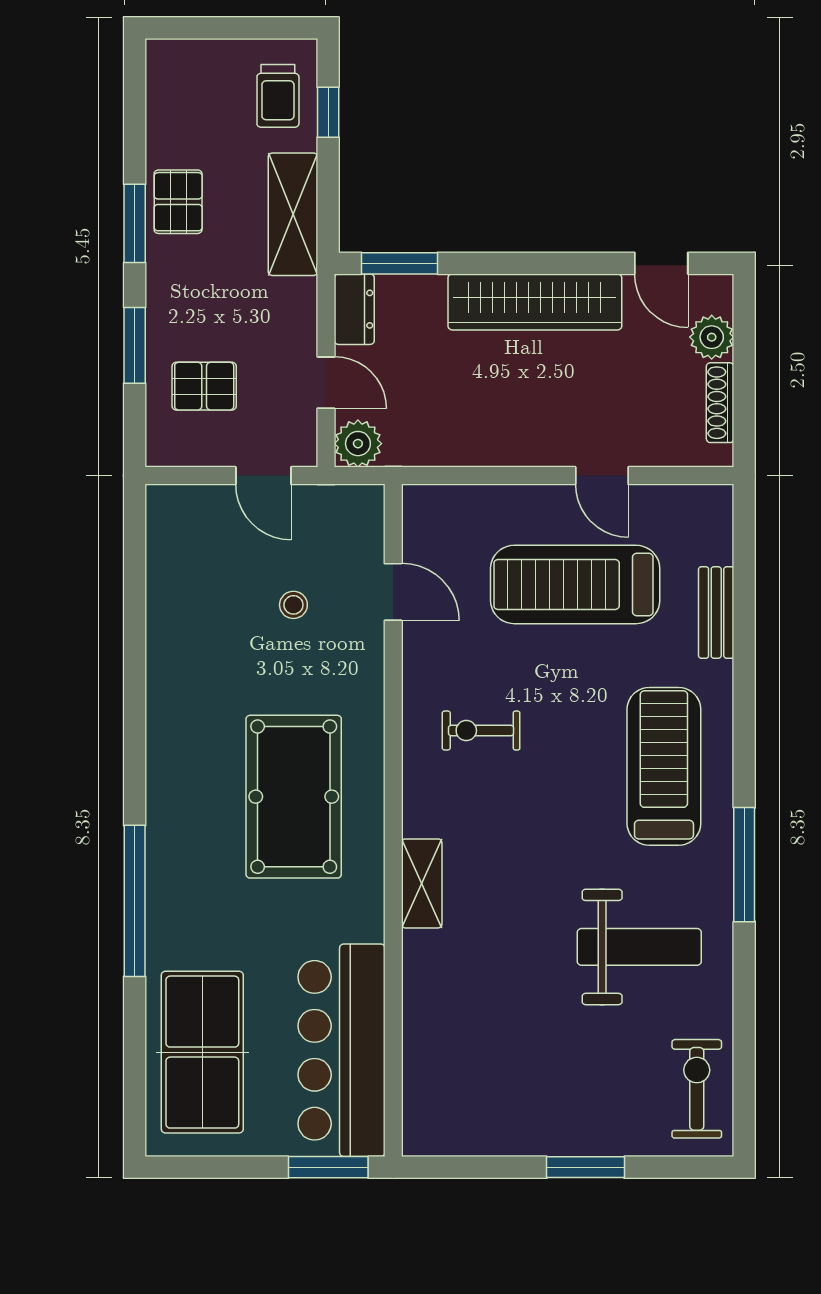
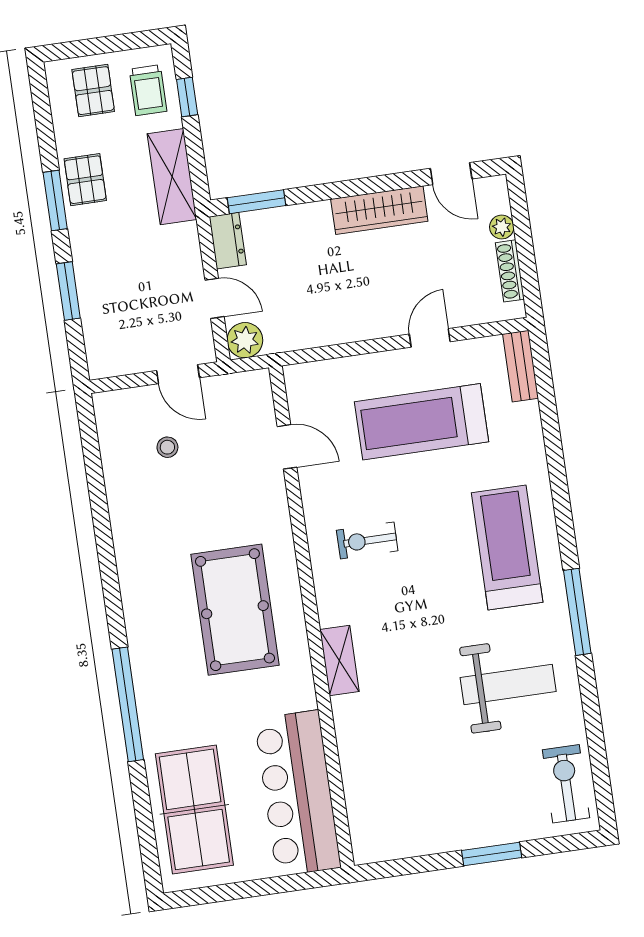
wardrobe: (535, 302) -> (379, 210), width x0.71, depth x0.85
plant: (712, 337) -> (502, 227), width x0.73, depth x0.73
pallet: (204, 386) -> (93, 91), moved, turned 90
door: (602, 476) -> (430, 338), swing flipped
stool: (293, 605) -> (167, 447), moved
bench: (716, 613) -> (521, 366), moved
window: (328, 1167) -> (300, 882), removed

